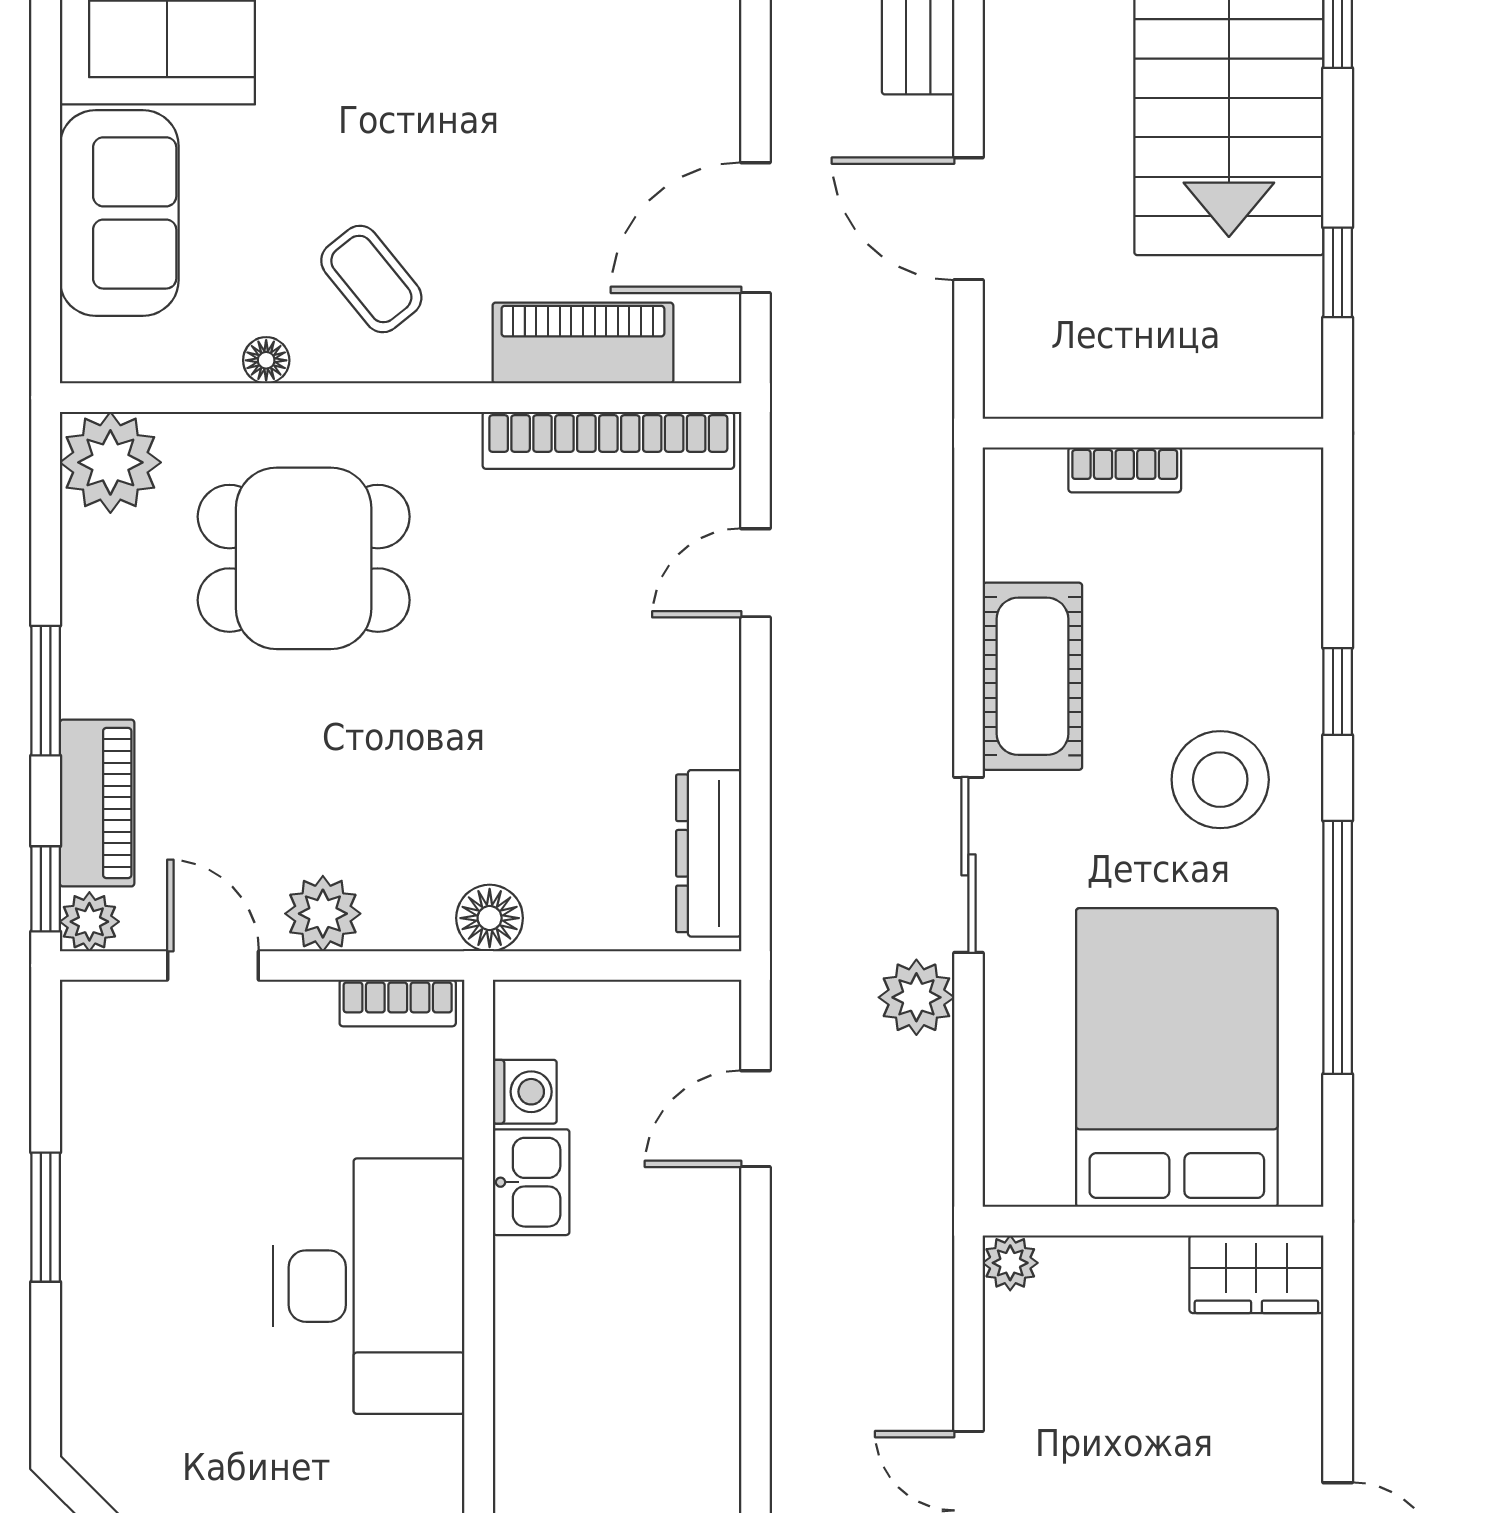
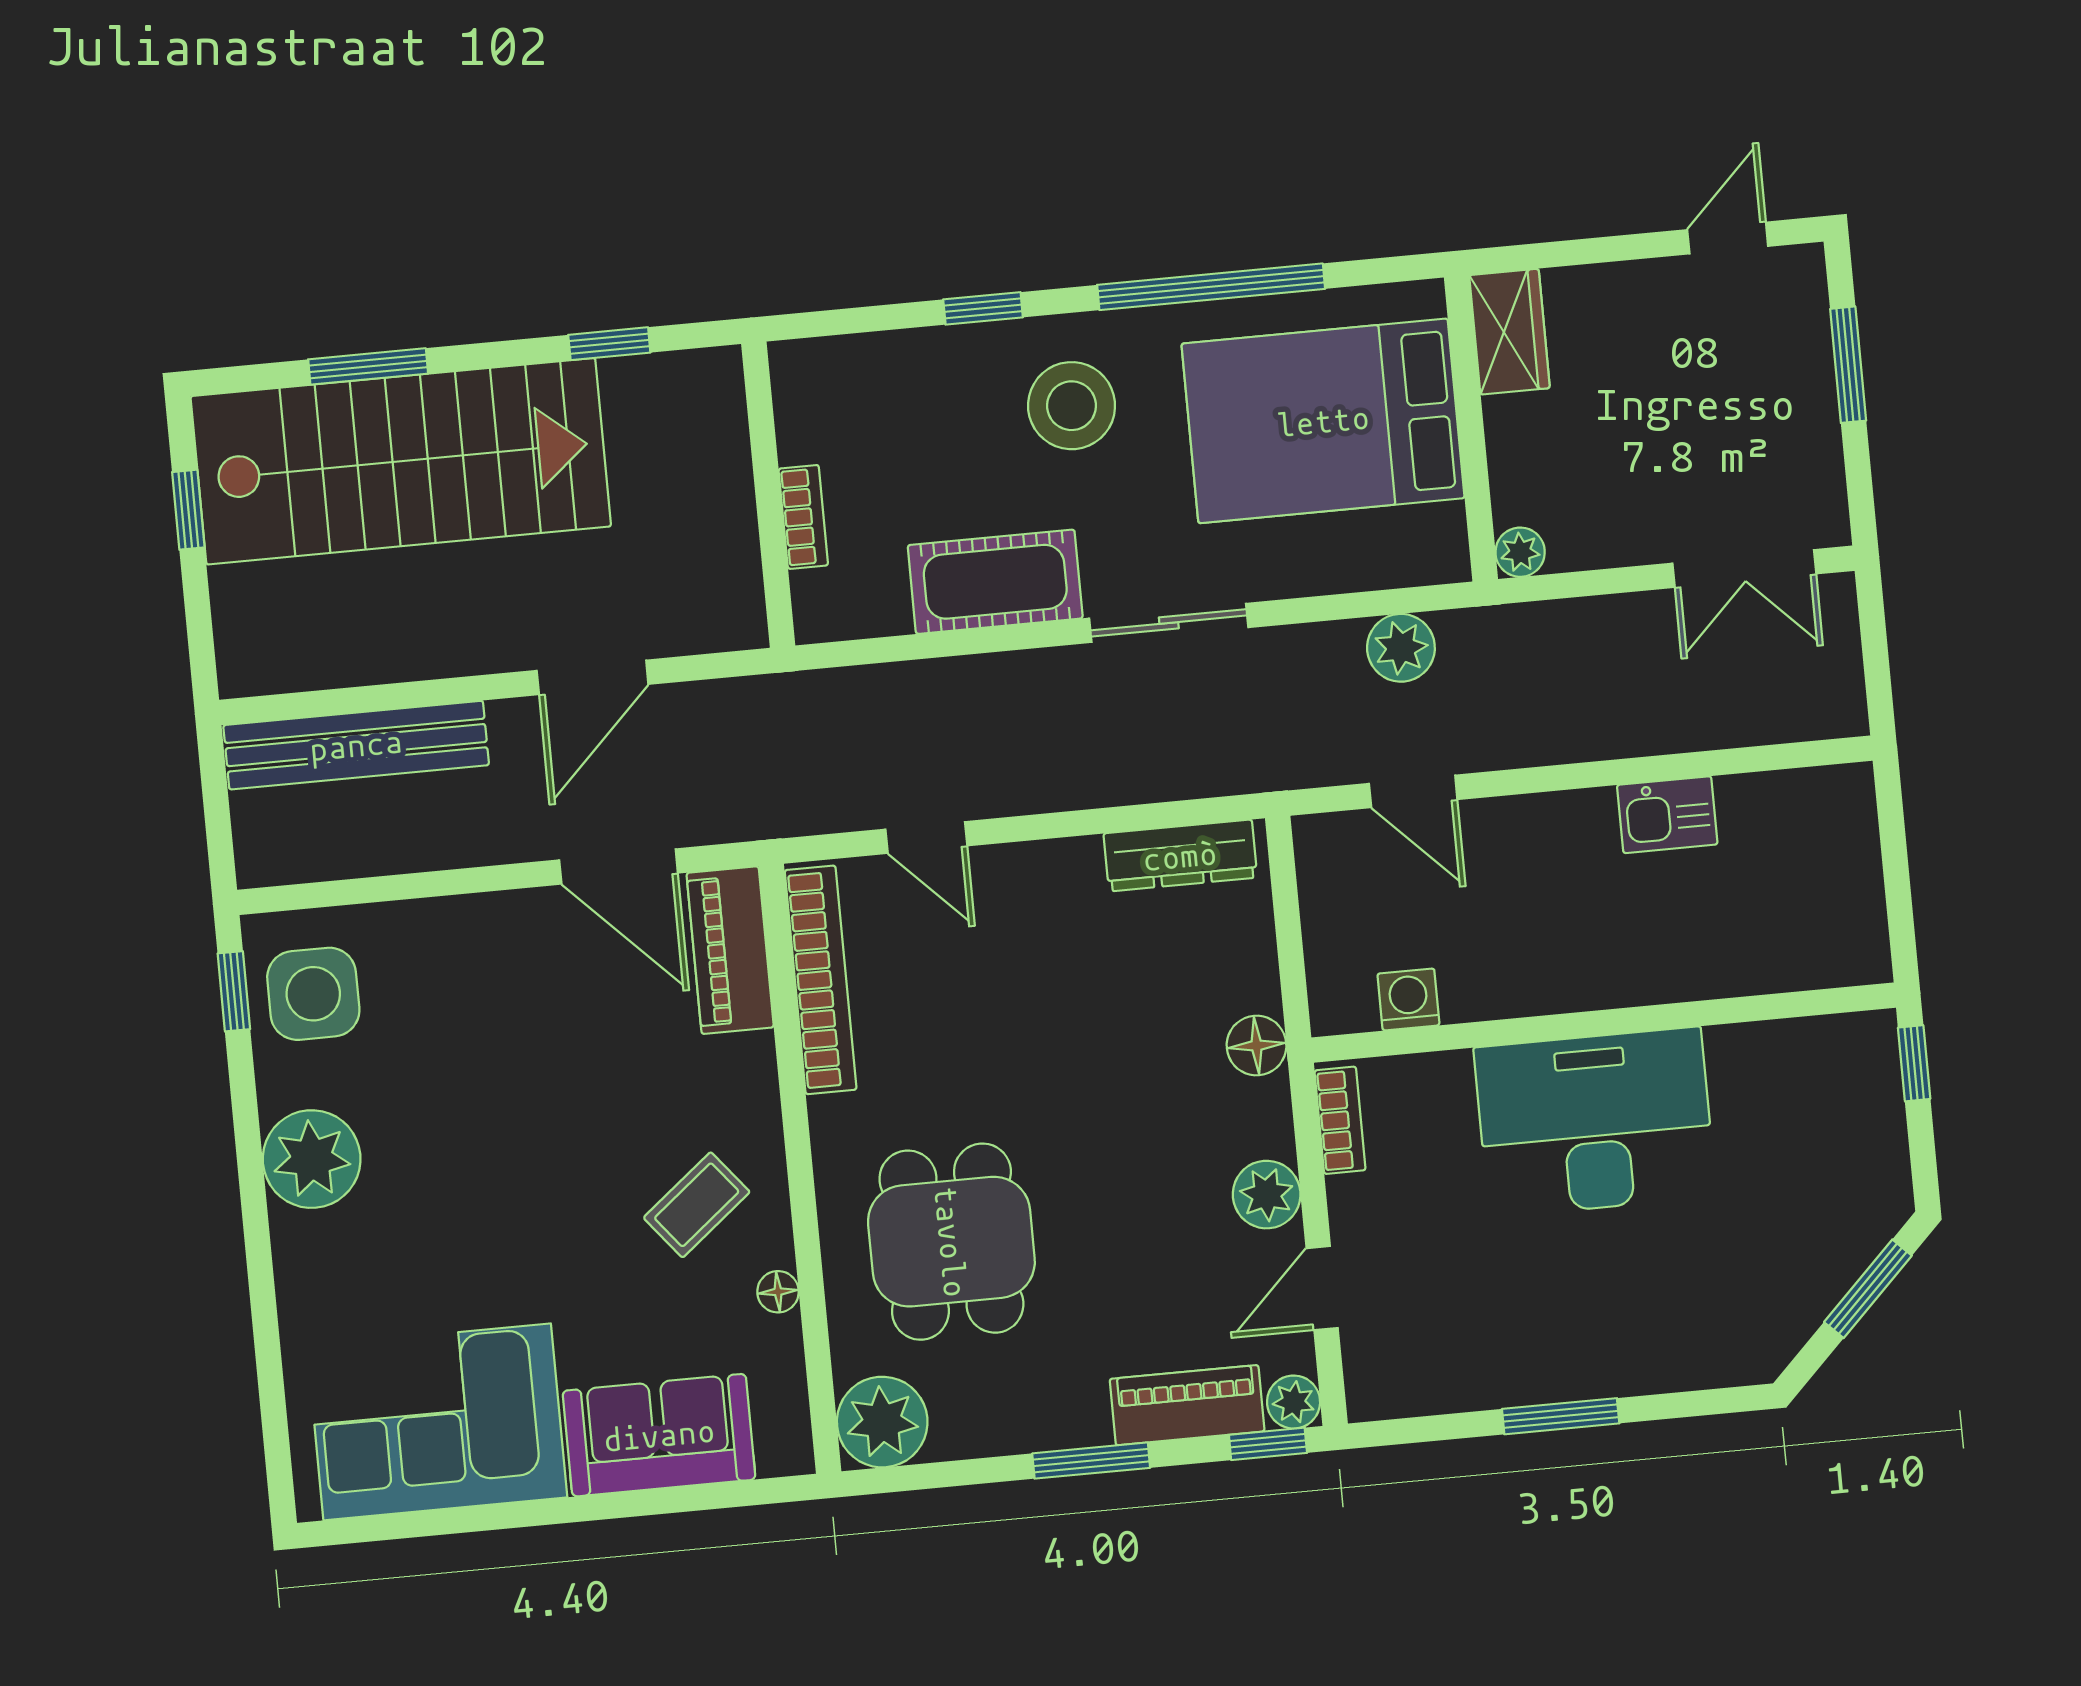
piano: (583, 343) -> (730, 950), moved
plant: (916, 997) -> (1401, 648), moved
kitchen sink: (531, 1182) -> (1667, 815), moved, turned 180

